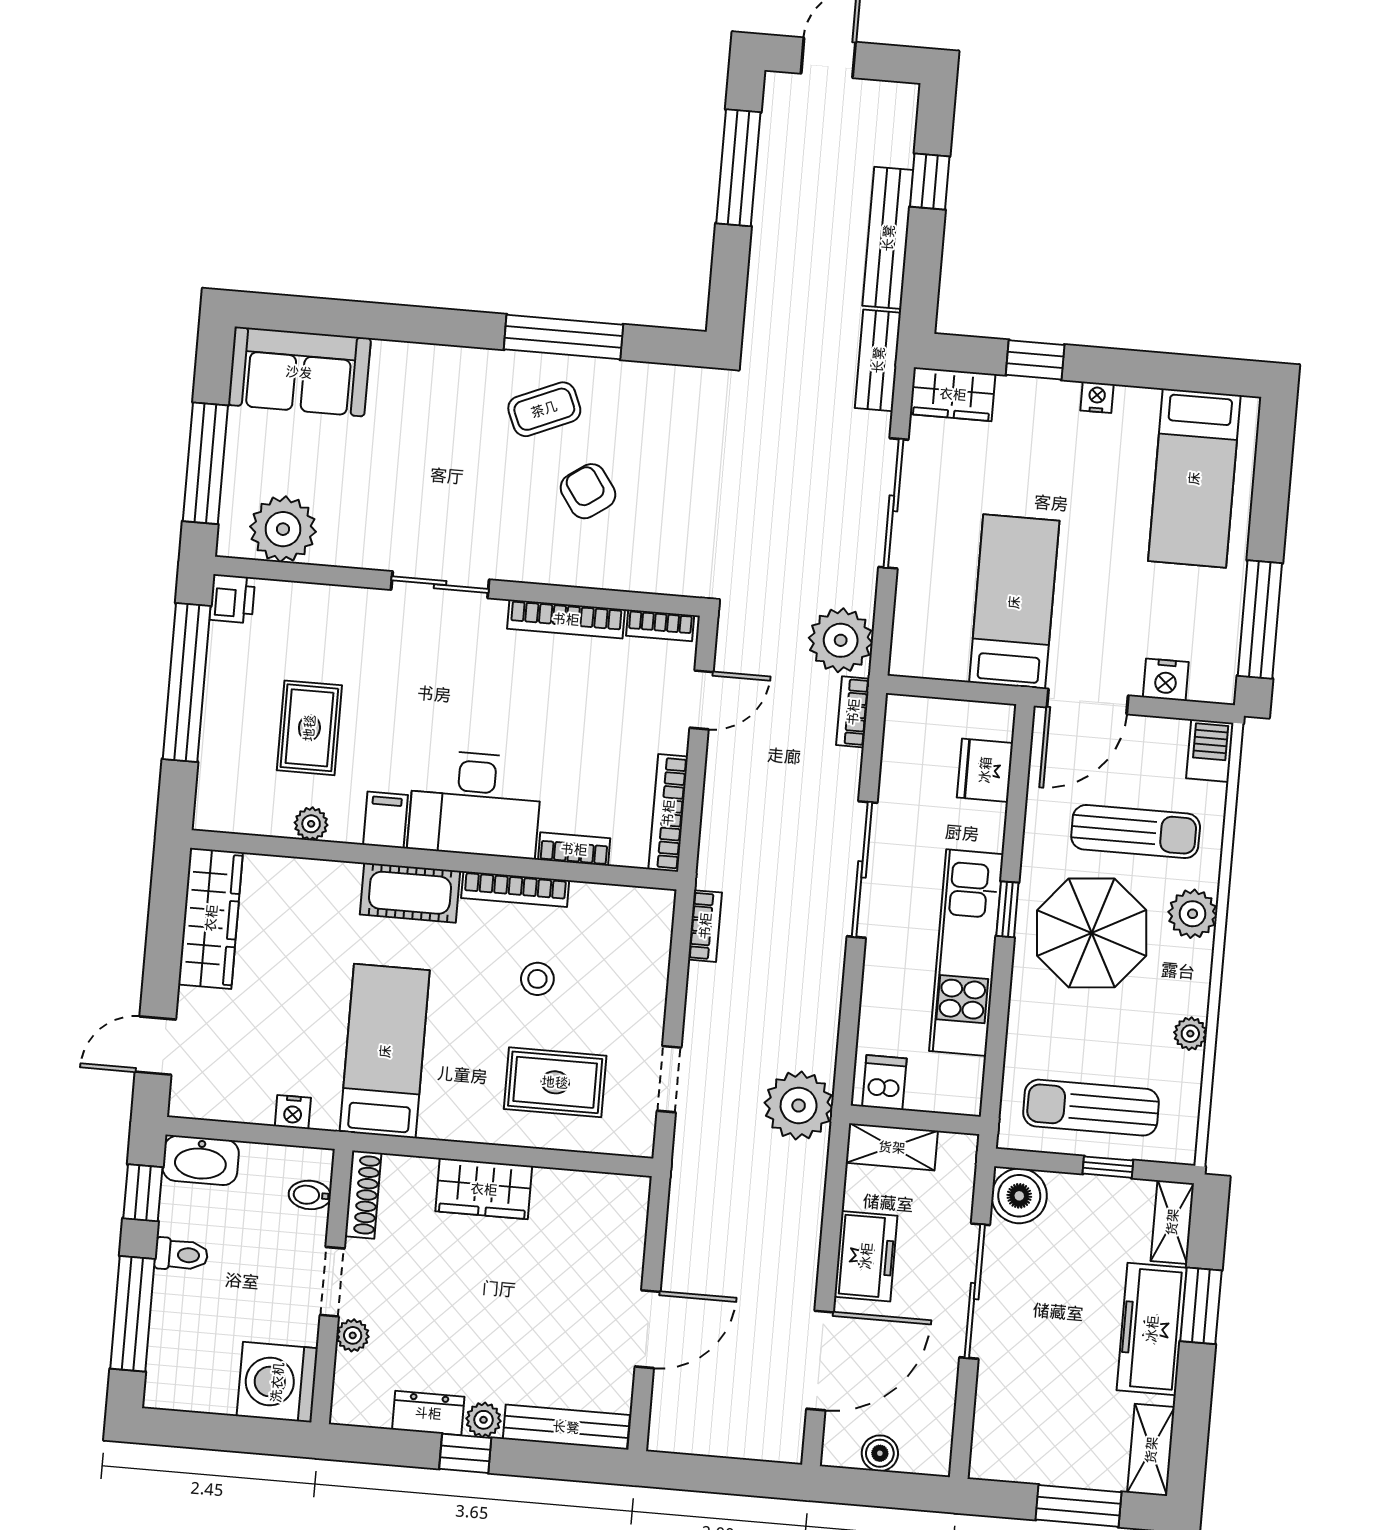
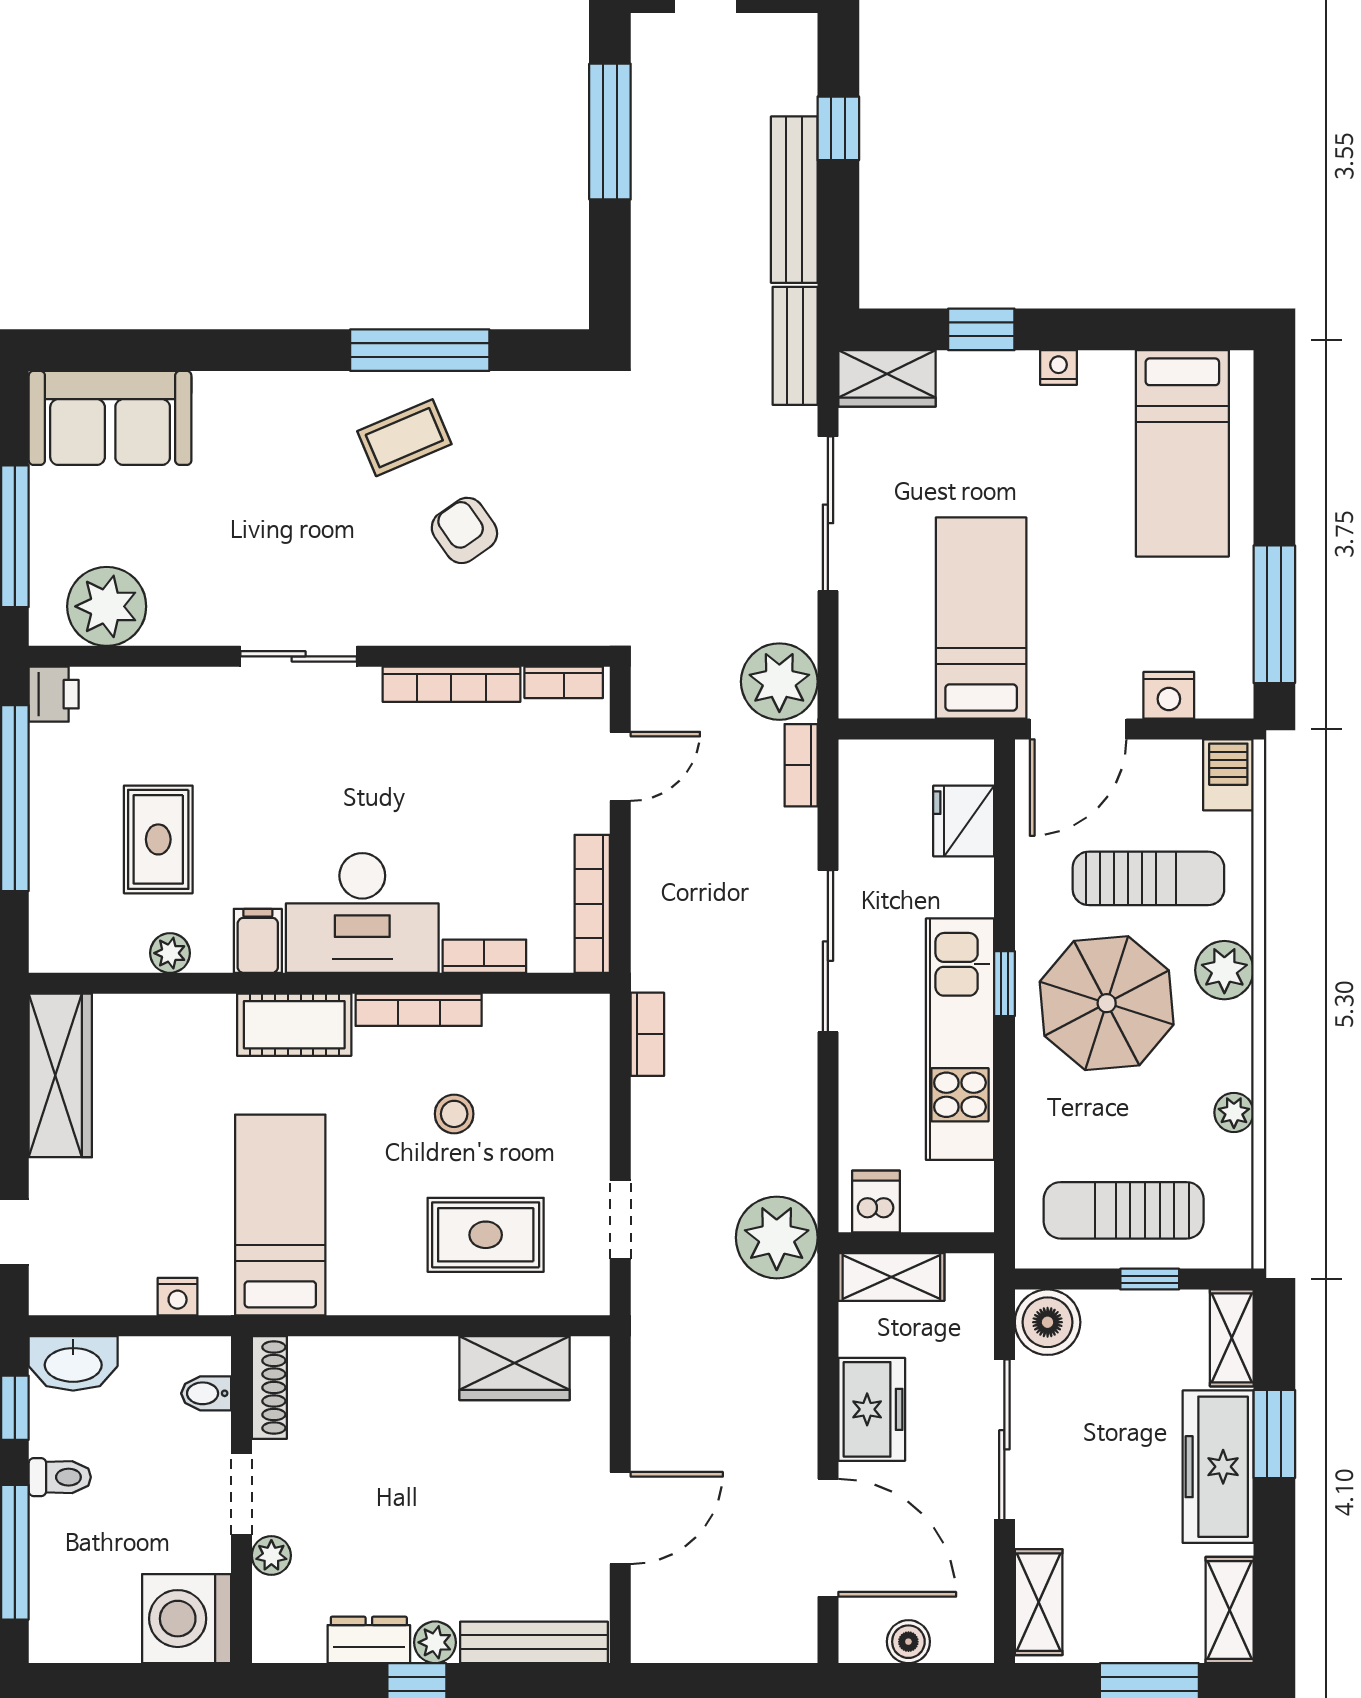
wardrobe: (484, 1189) -> (515, 1368), moved
door: (820, 1360) -> (828, 1538), hinge flipped
shelving: (992, 1430) -> (1039, 1602), added

